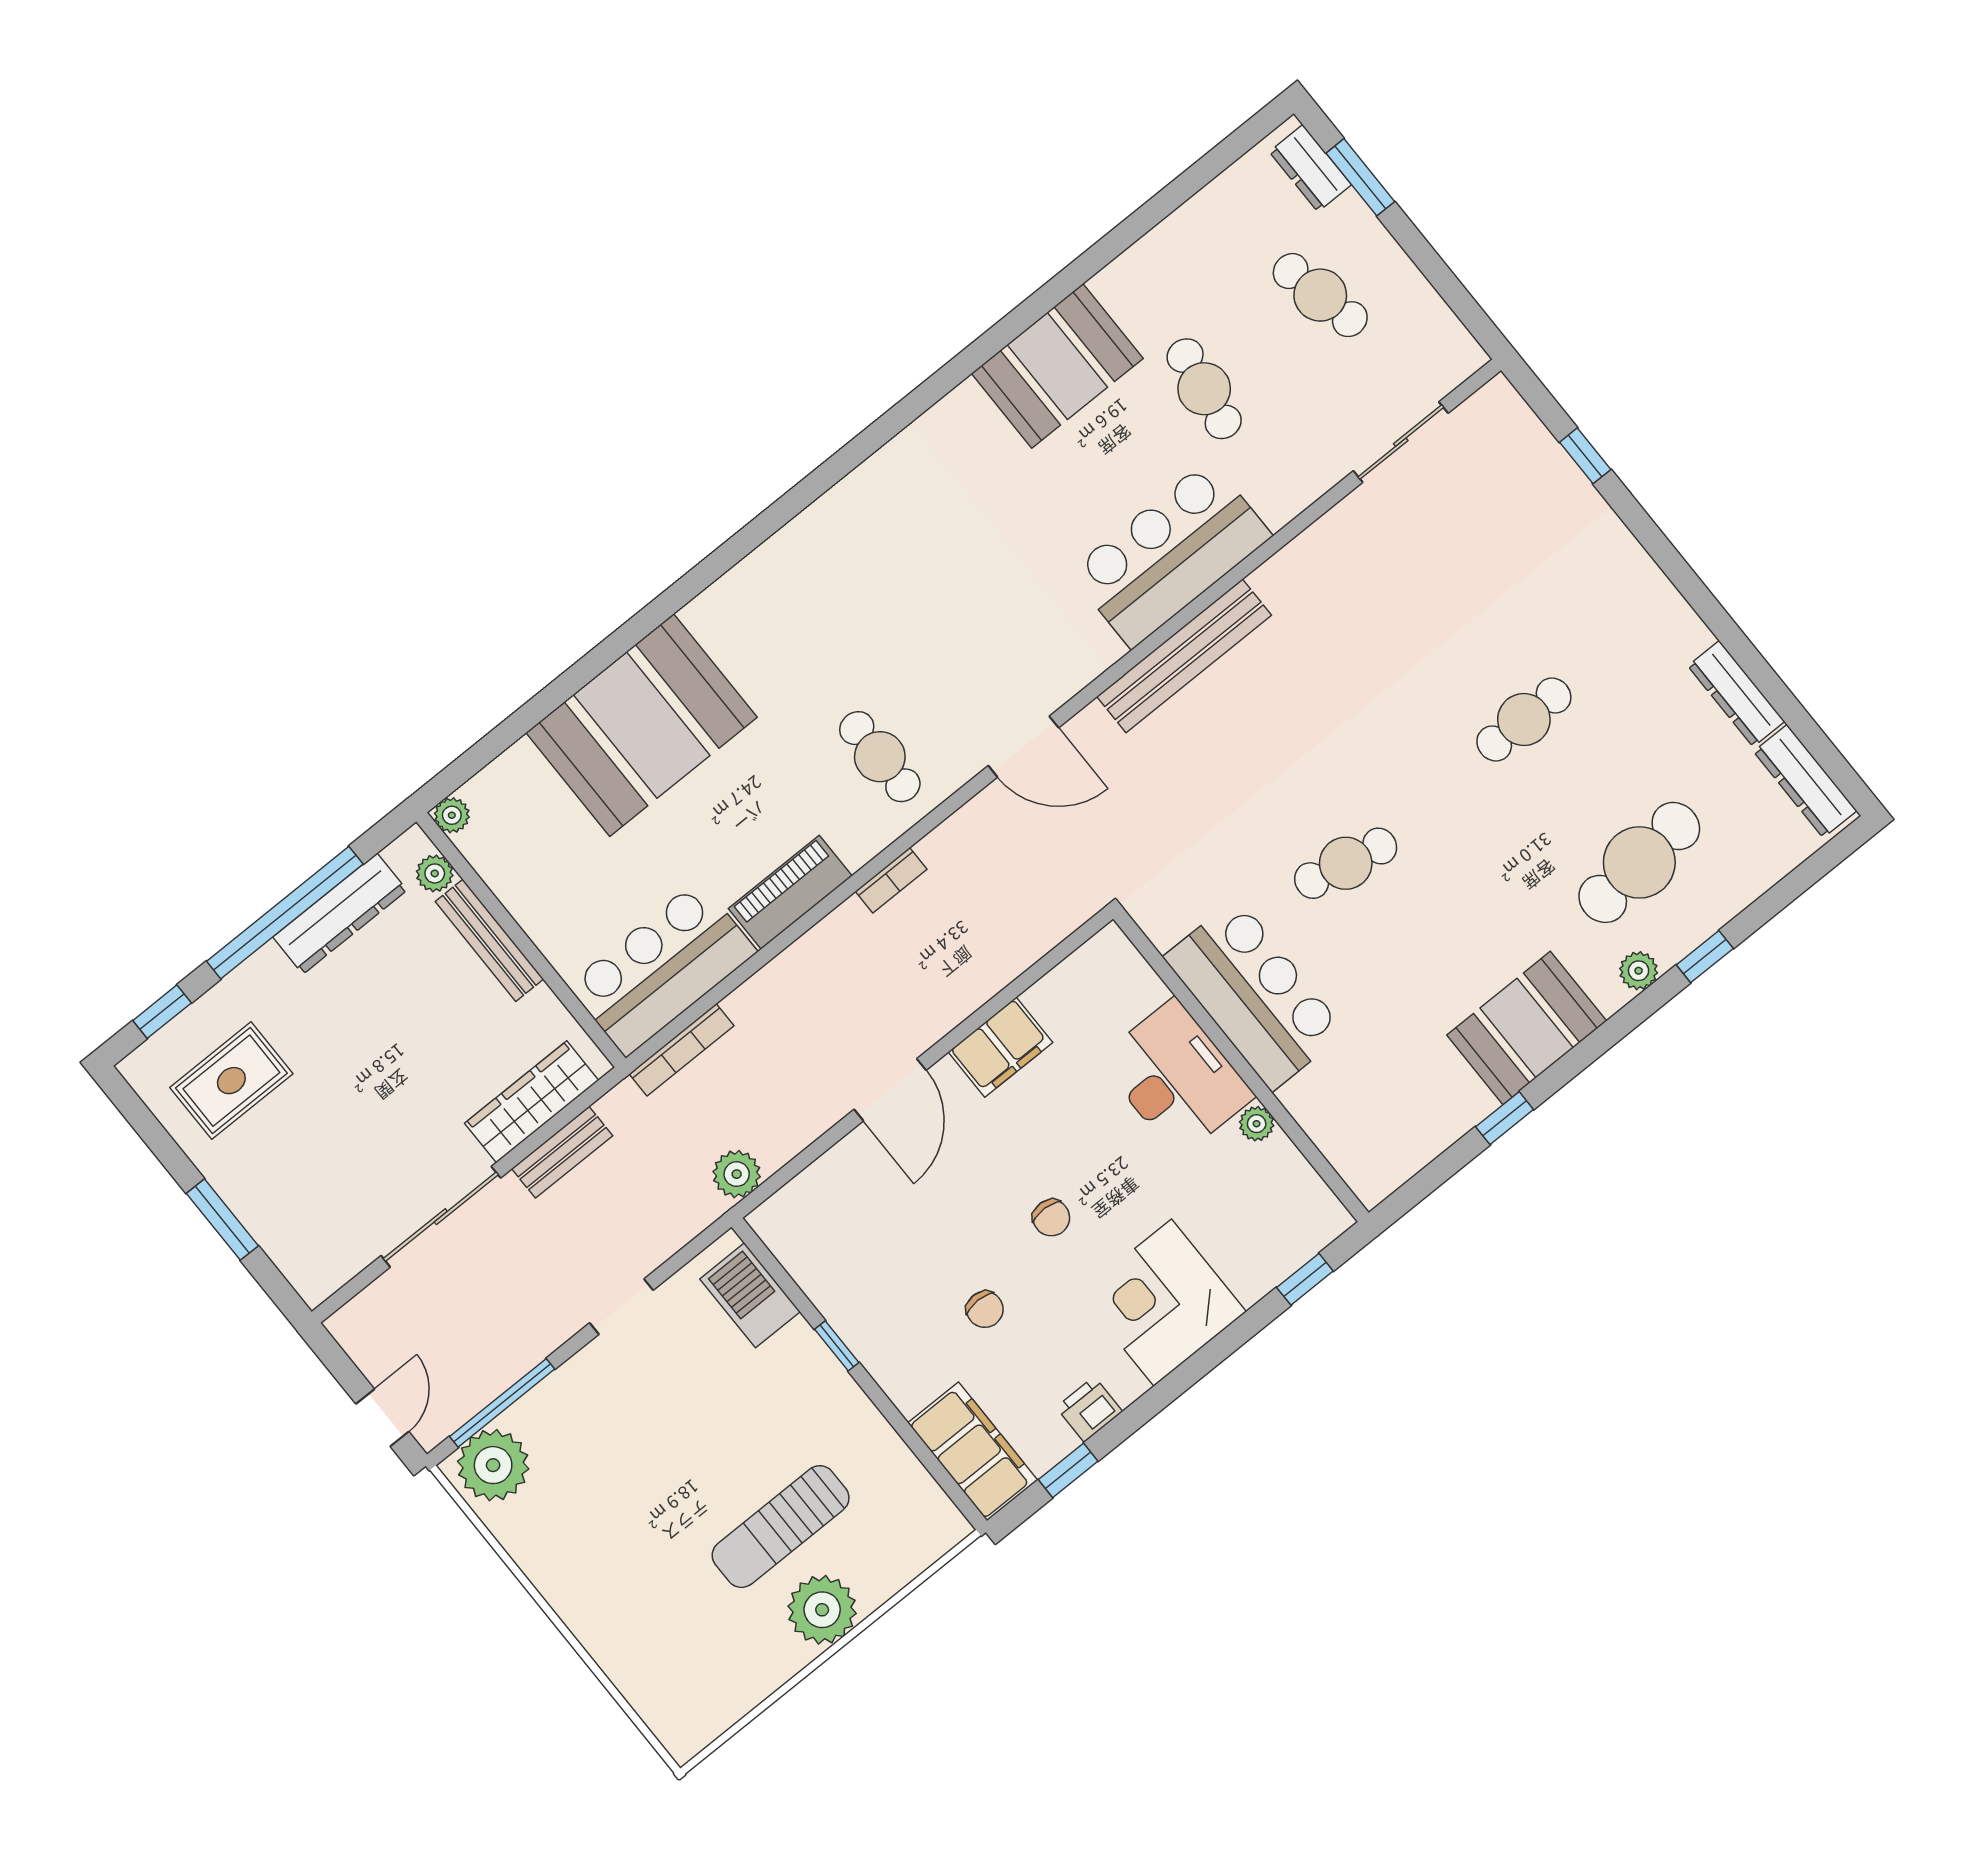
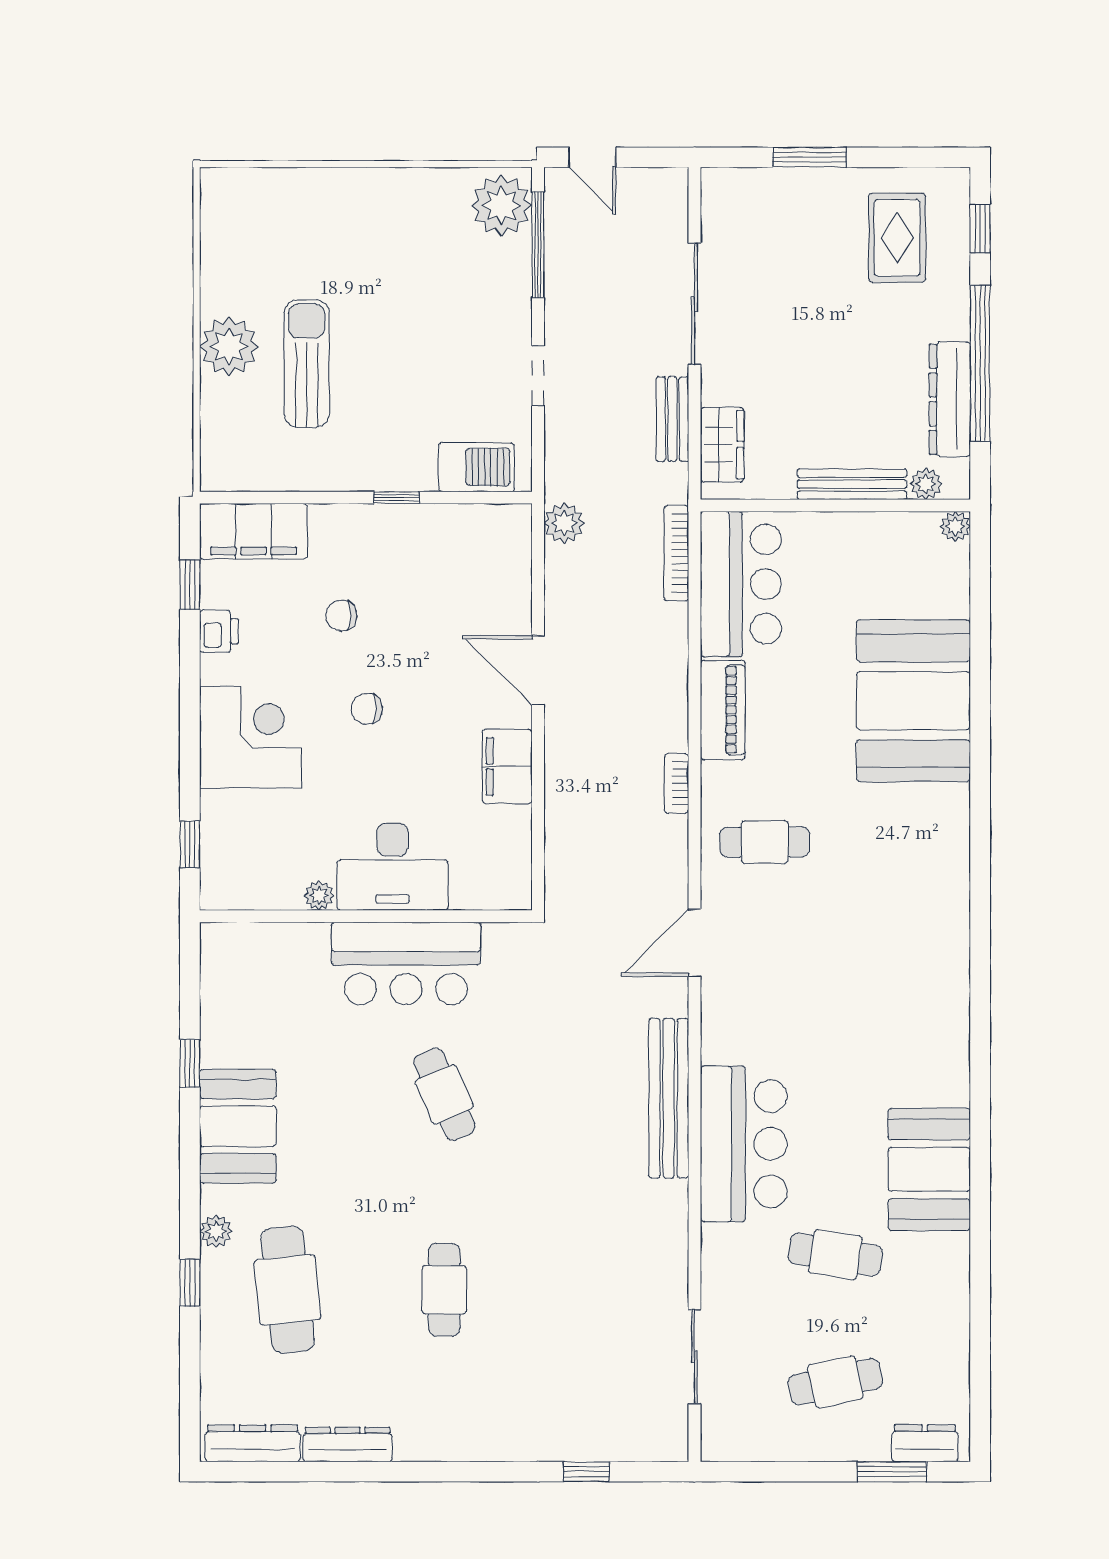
cafe table: (1346, 863) -> (444, 1094), turned -36
wardrobe: (532, 1102) -> (722, 445), width x0.67

